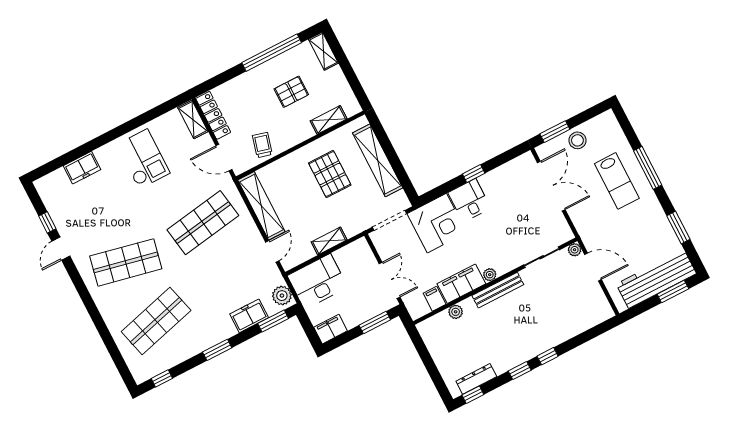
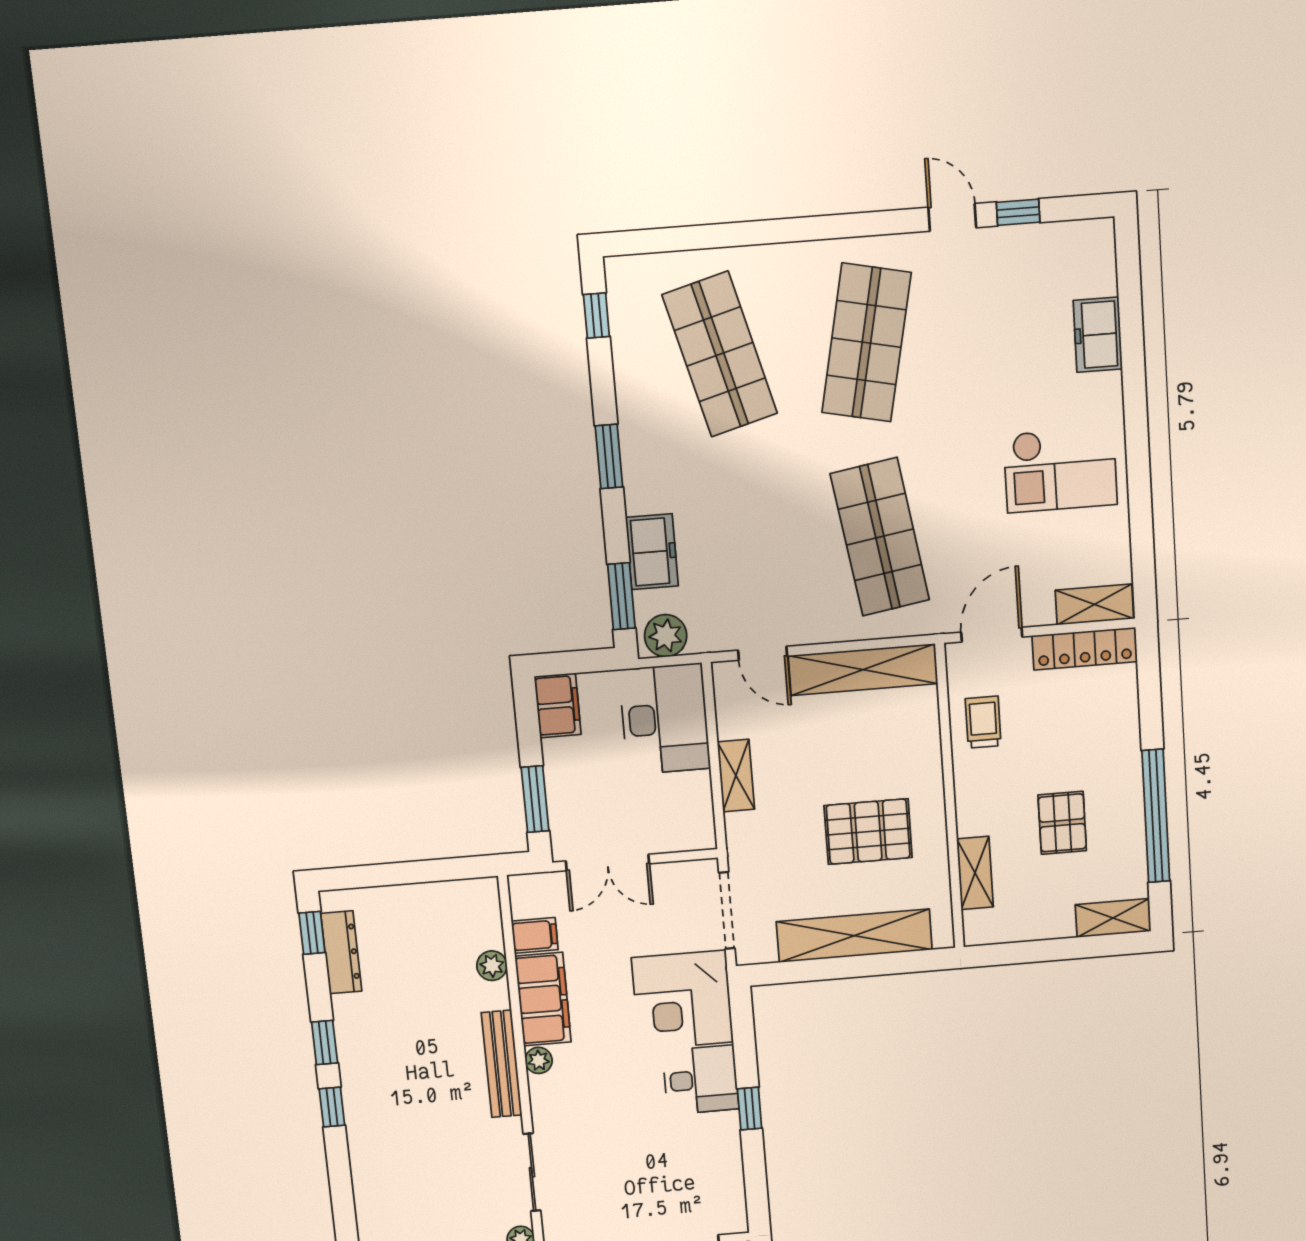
trolley: (262, 145) -> (983, 722), turned -105

